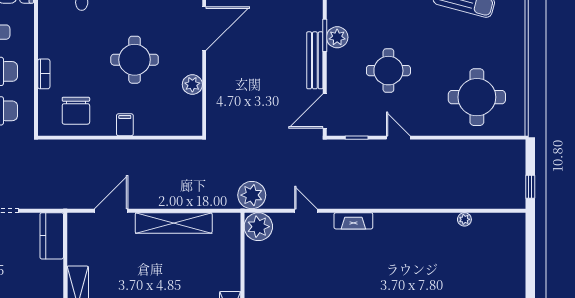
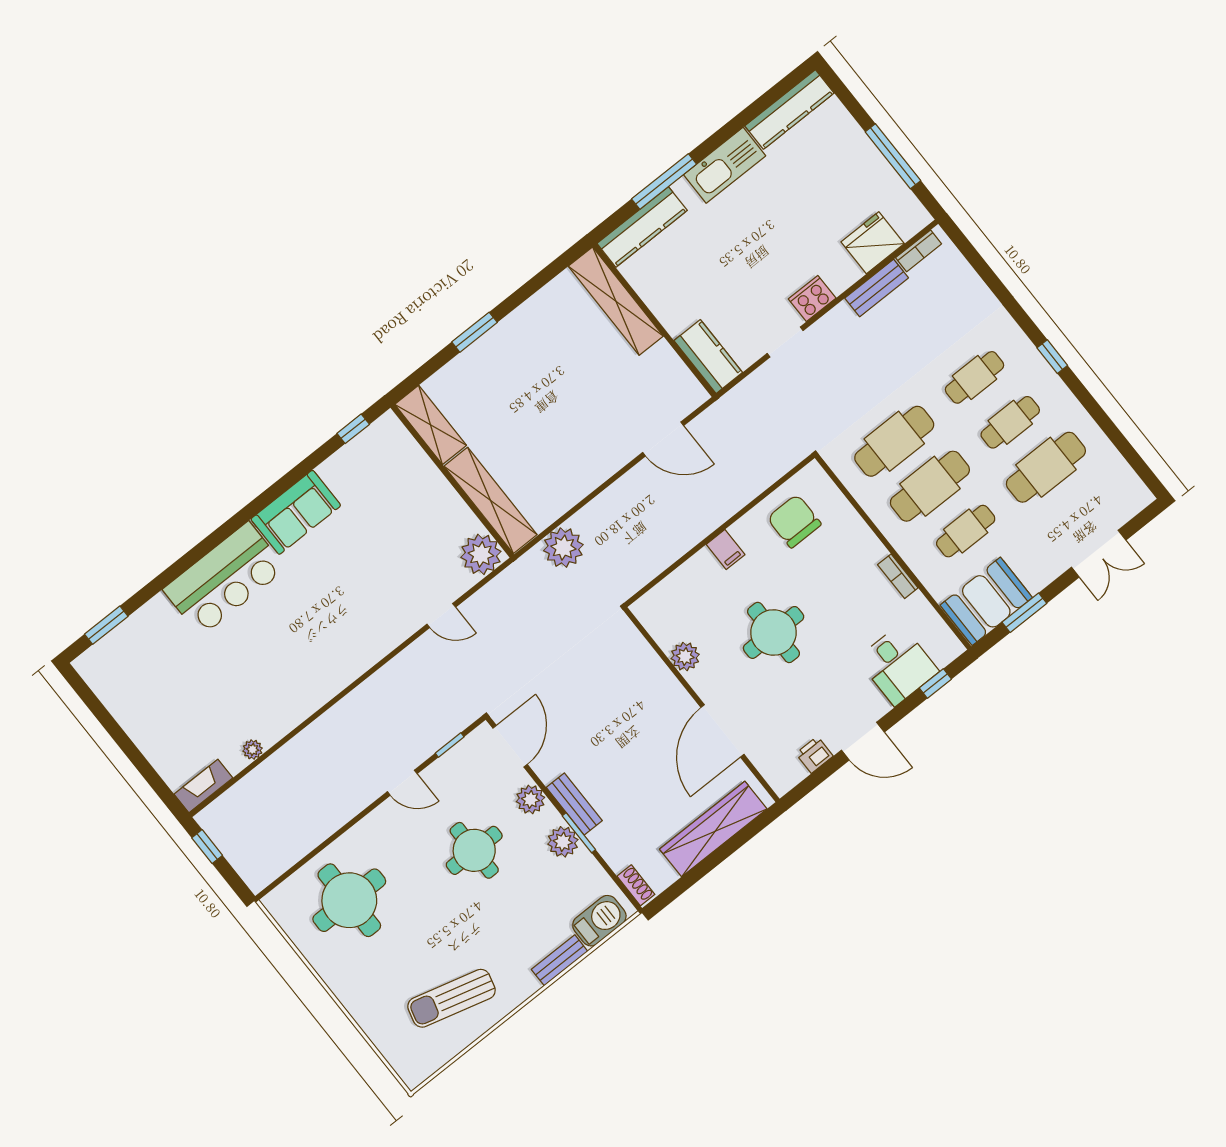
bench: (315, 60) -> (574, 804), width x0.73
bookcase: (44, 74) -> (898, 576), moved
plant: (337, 74) -> (530, 799), added
plant: (252, 195) -> (563, 548), moved
door: (111, 211) -> (663, 439), hinge flipped
fireplace: (353, 221) -> (203, 786), moved
shelving: (174, 223) -> (491, 500), moved, turned 90

